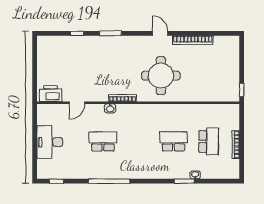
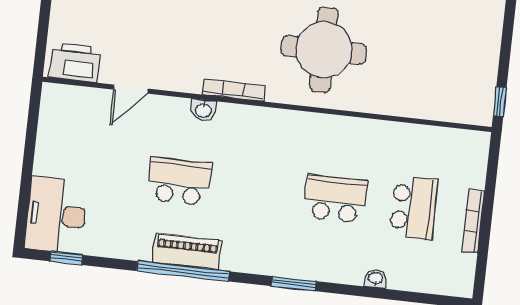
desk: (50, 142) -> (56, 215), moved
piano: (110, 172) -> (187, 252), added
window: (184, 181) -> (294, 284), moved

